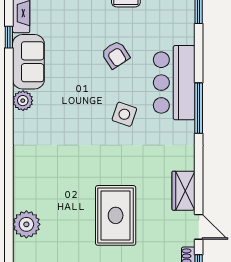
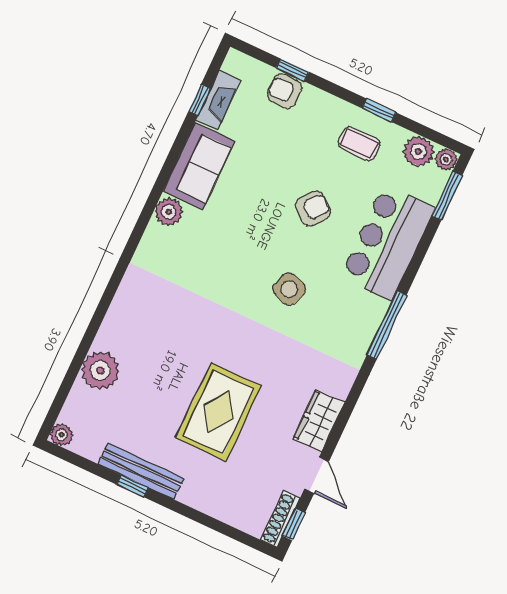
window: (9, 37) -> (200, 100), moved
armchair: (115, 55) -> (313, 209), turned -106
bar counter: (174, 83) -> (387, 242), moved

